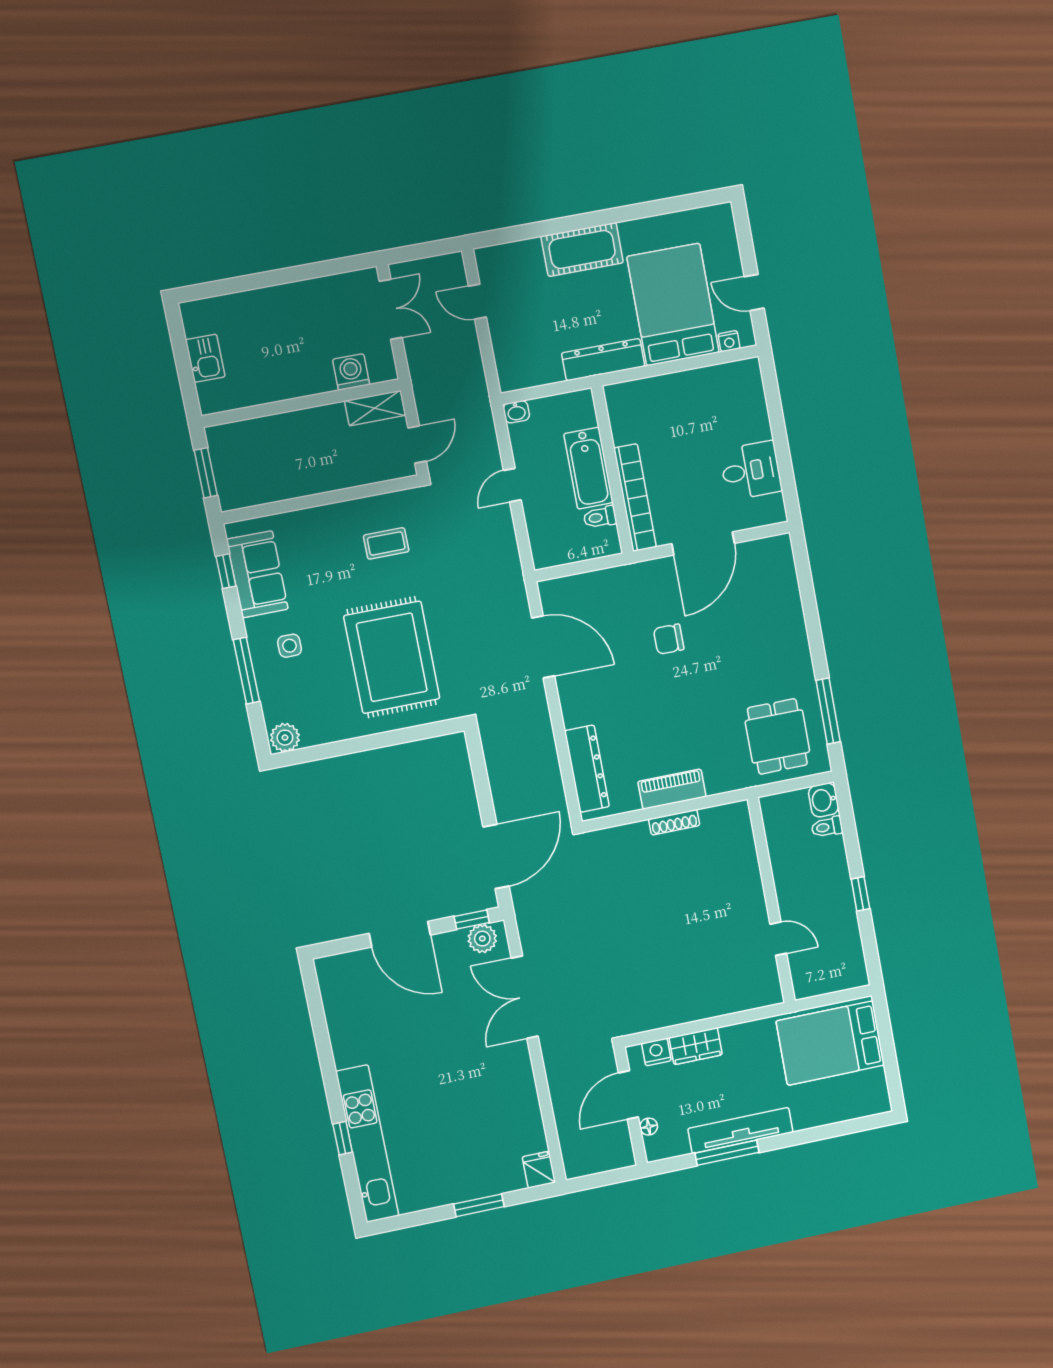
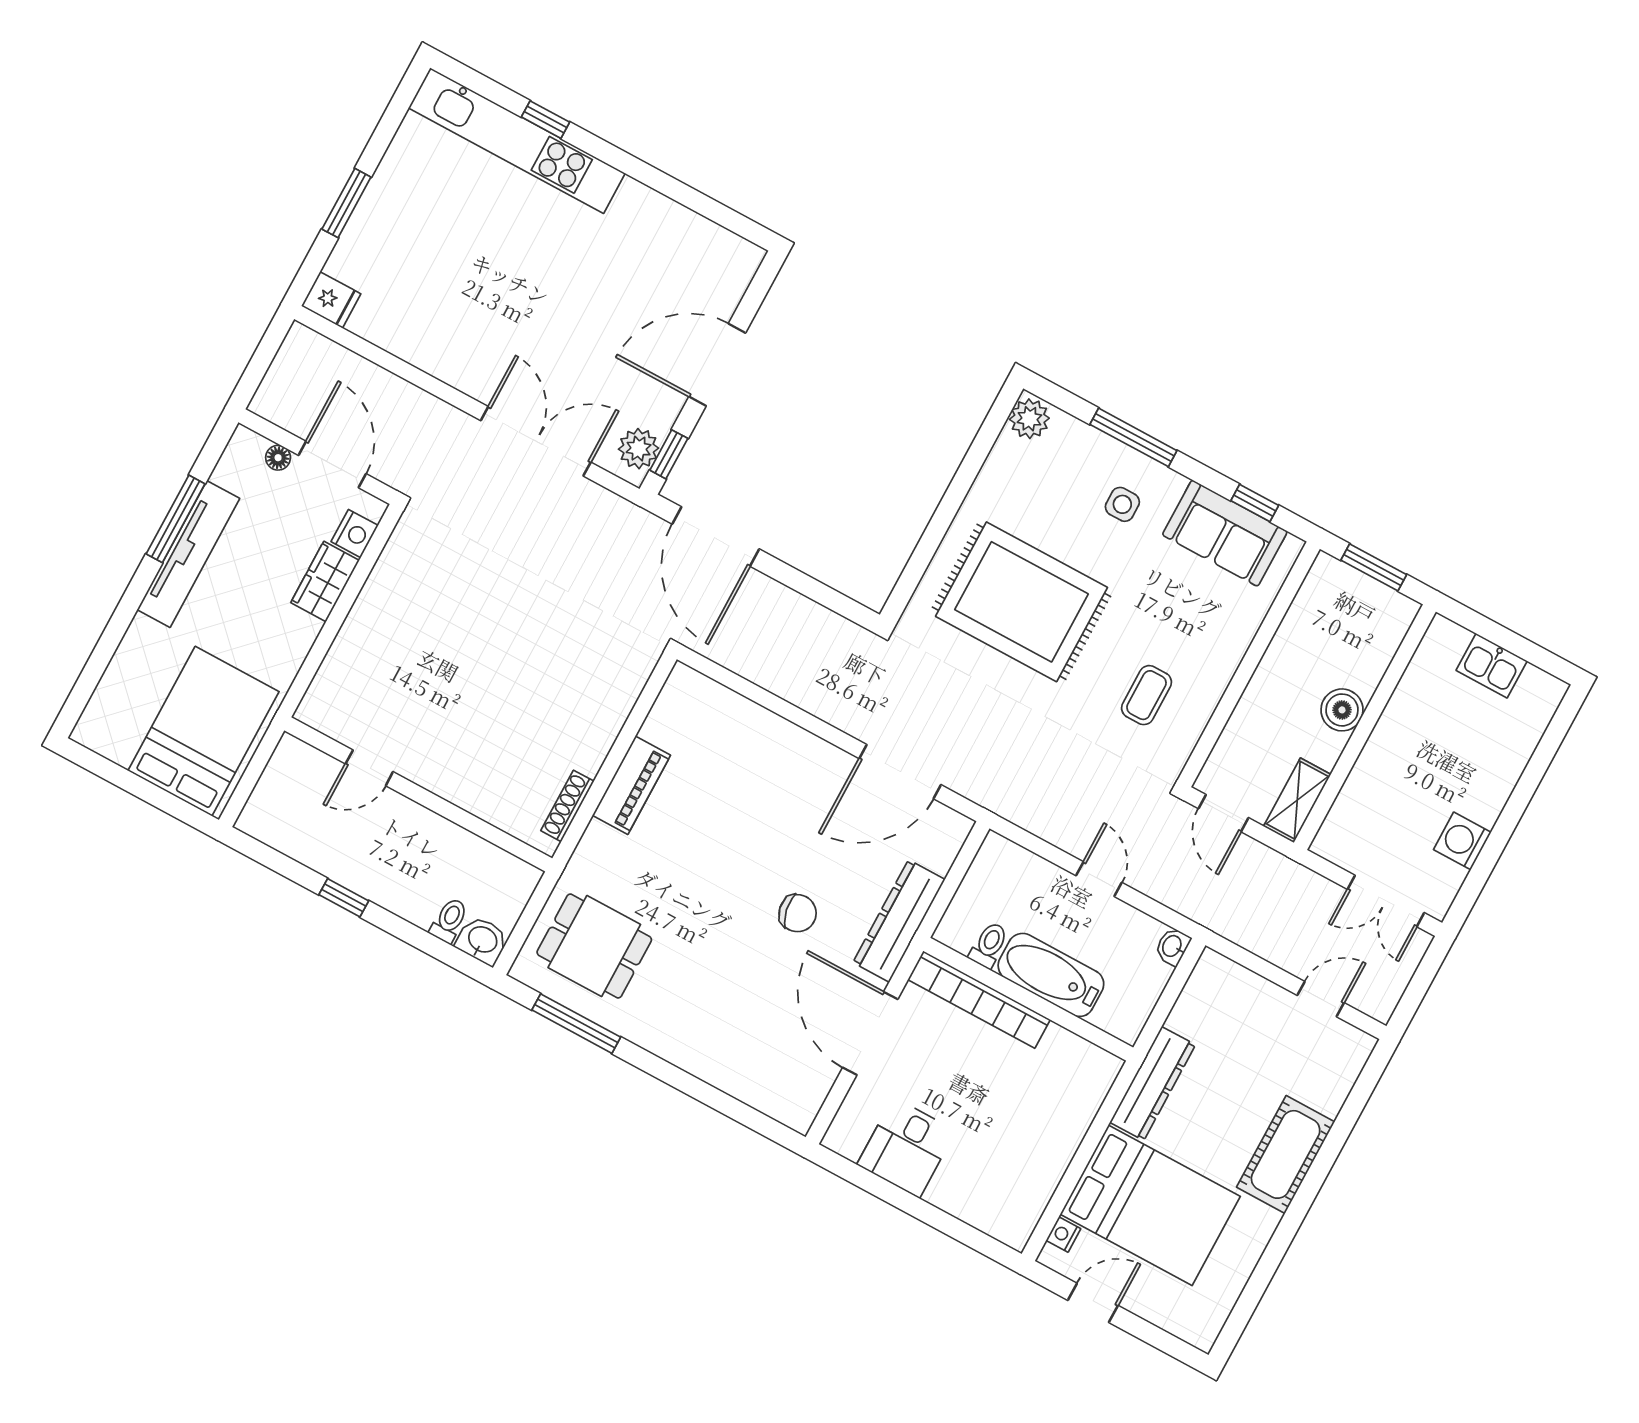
washing machine: (351, 372) -> (1462, 841), moved, turned 180
boiler: (302, 424) -> (1342, 710), added
chair: (669, 639) -> (798, 913), turned 79
dresser: (587, 769) -> (899, 921), moved, turned 90
shoe rack: (674, 822) -> (567, 806), moved

